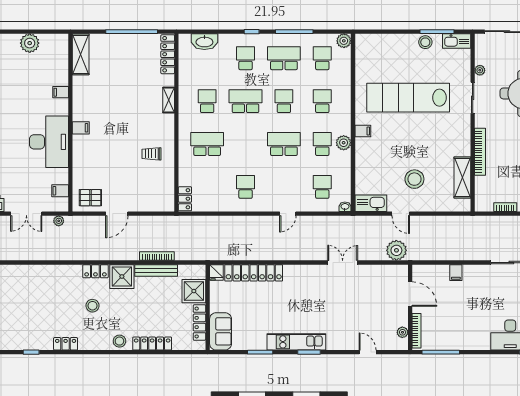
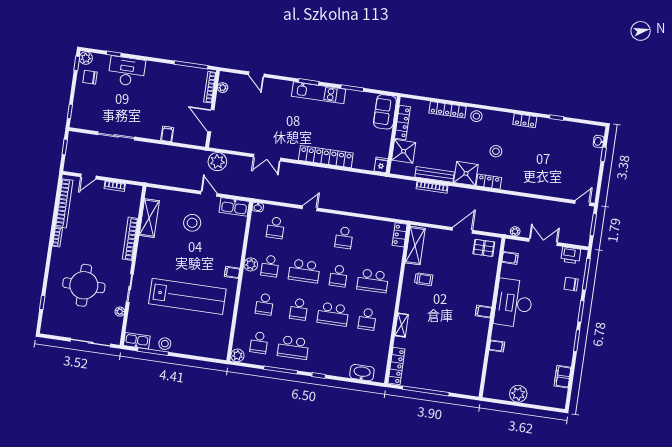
shelving: (81, 54) -> (415, 246), moved
school desk: (246, 58) -> (338, 276), moved
locker: (254, 273) -> (326, 157), moved

